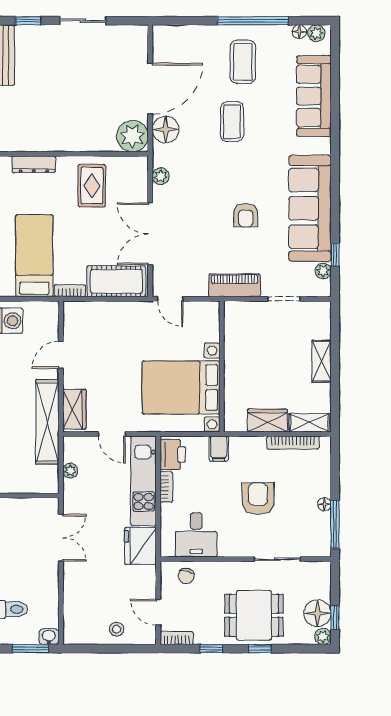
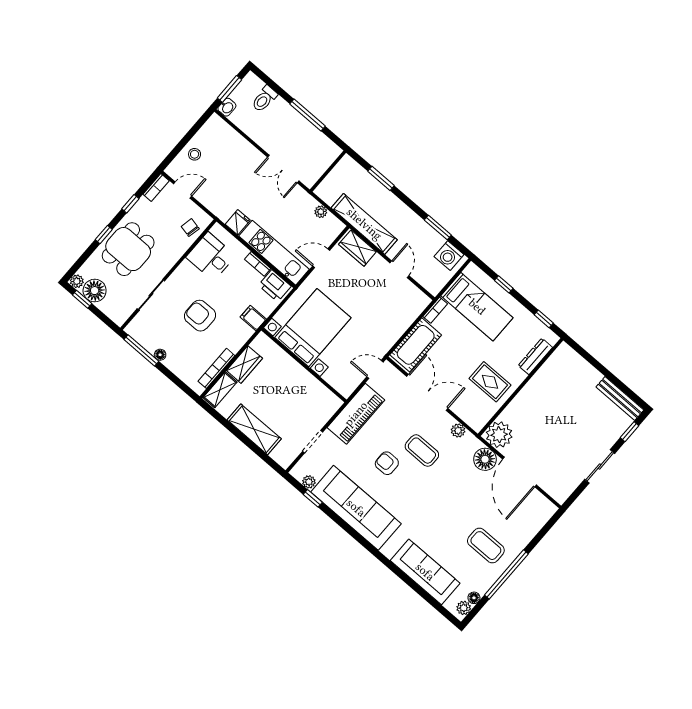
coffee table: (232, 122) -> (422, 451), moved
piano: (234, 285) -> (356, 414), width x1.37, depth x1.33
shelving: (322, 361) -> (254, 429), width x1.50, depth x1.33
armchair: (258, 499) -> (200, 316), turned 180
fridge: (140, 546) -> (238, 222), width x0.53, depth x0.75

